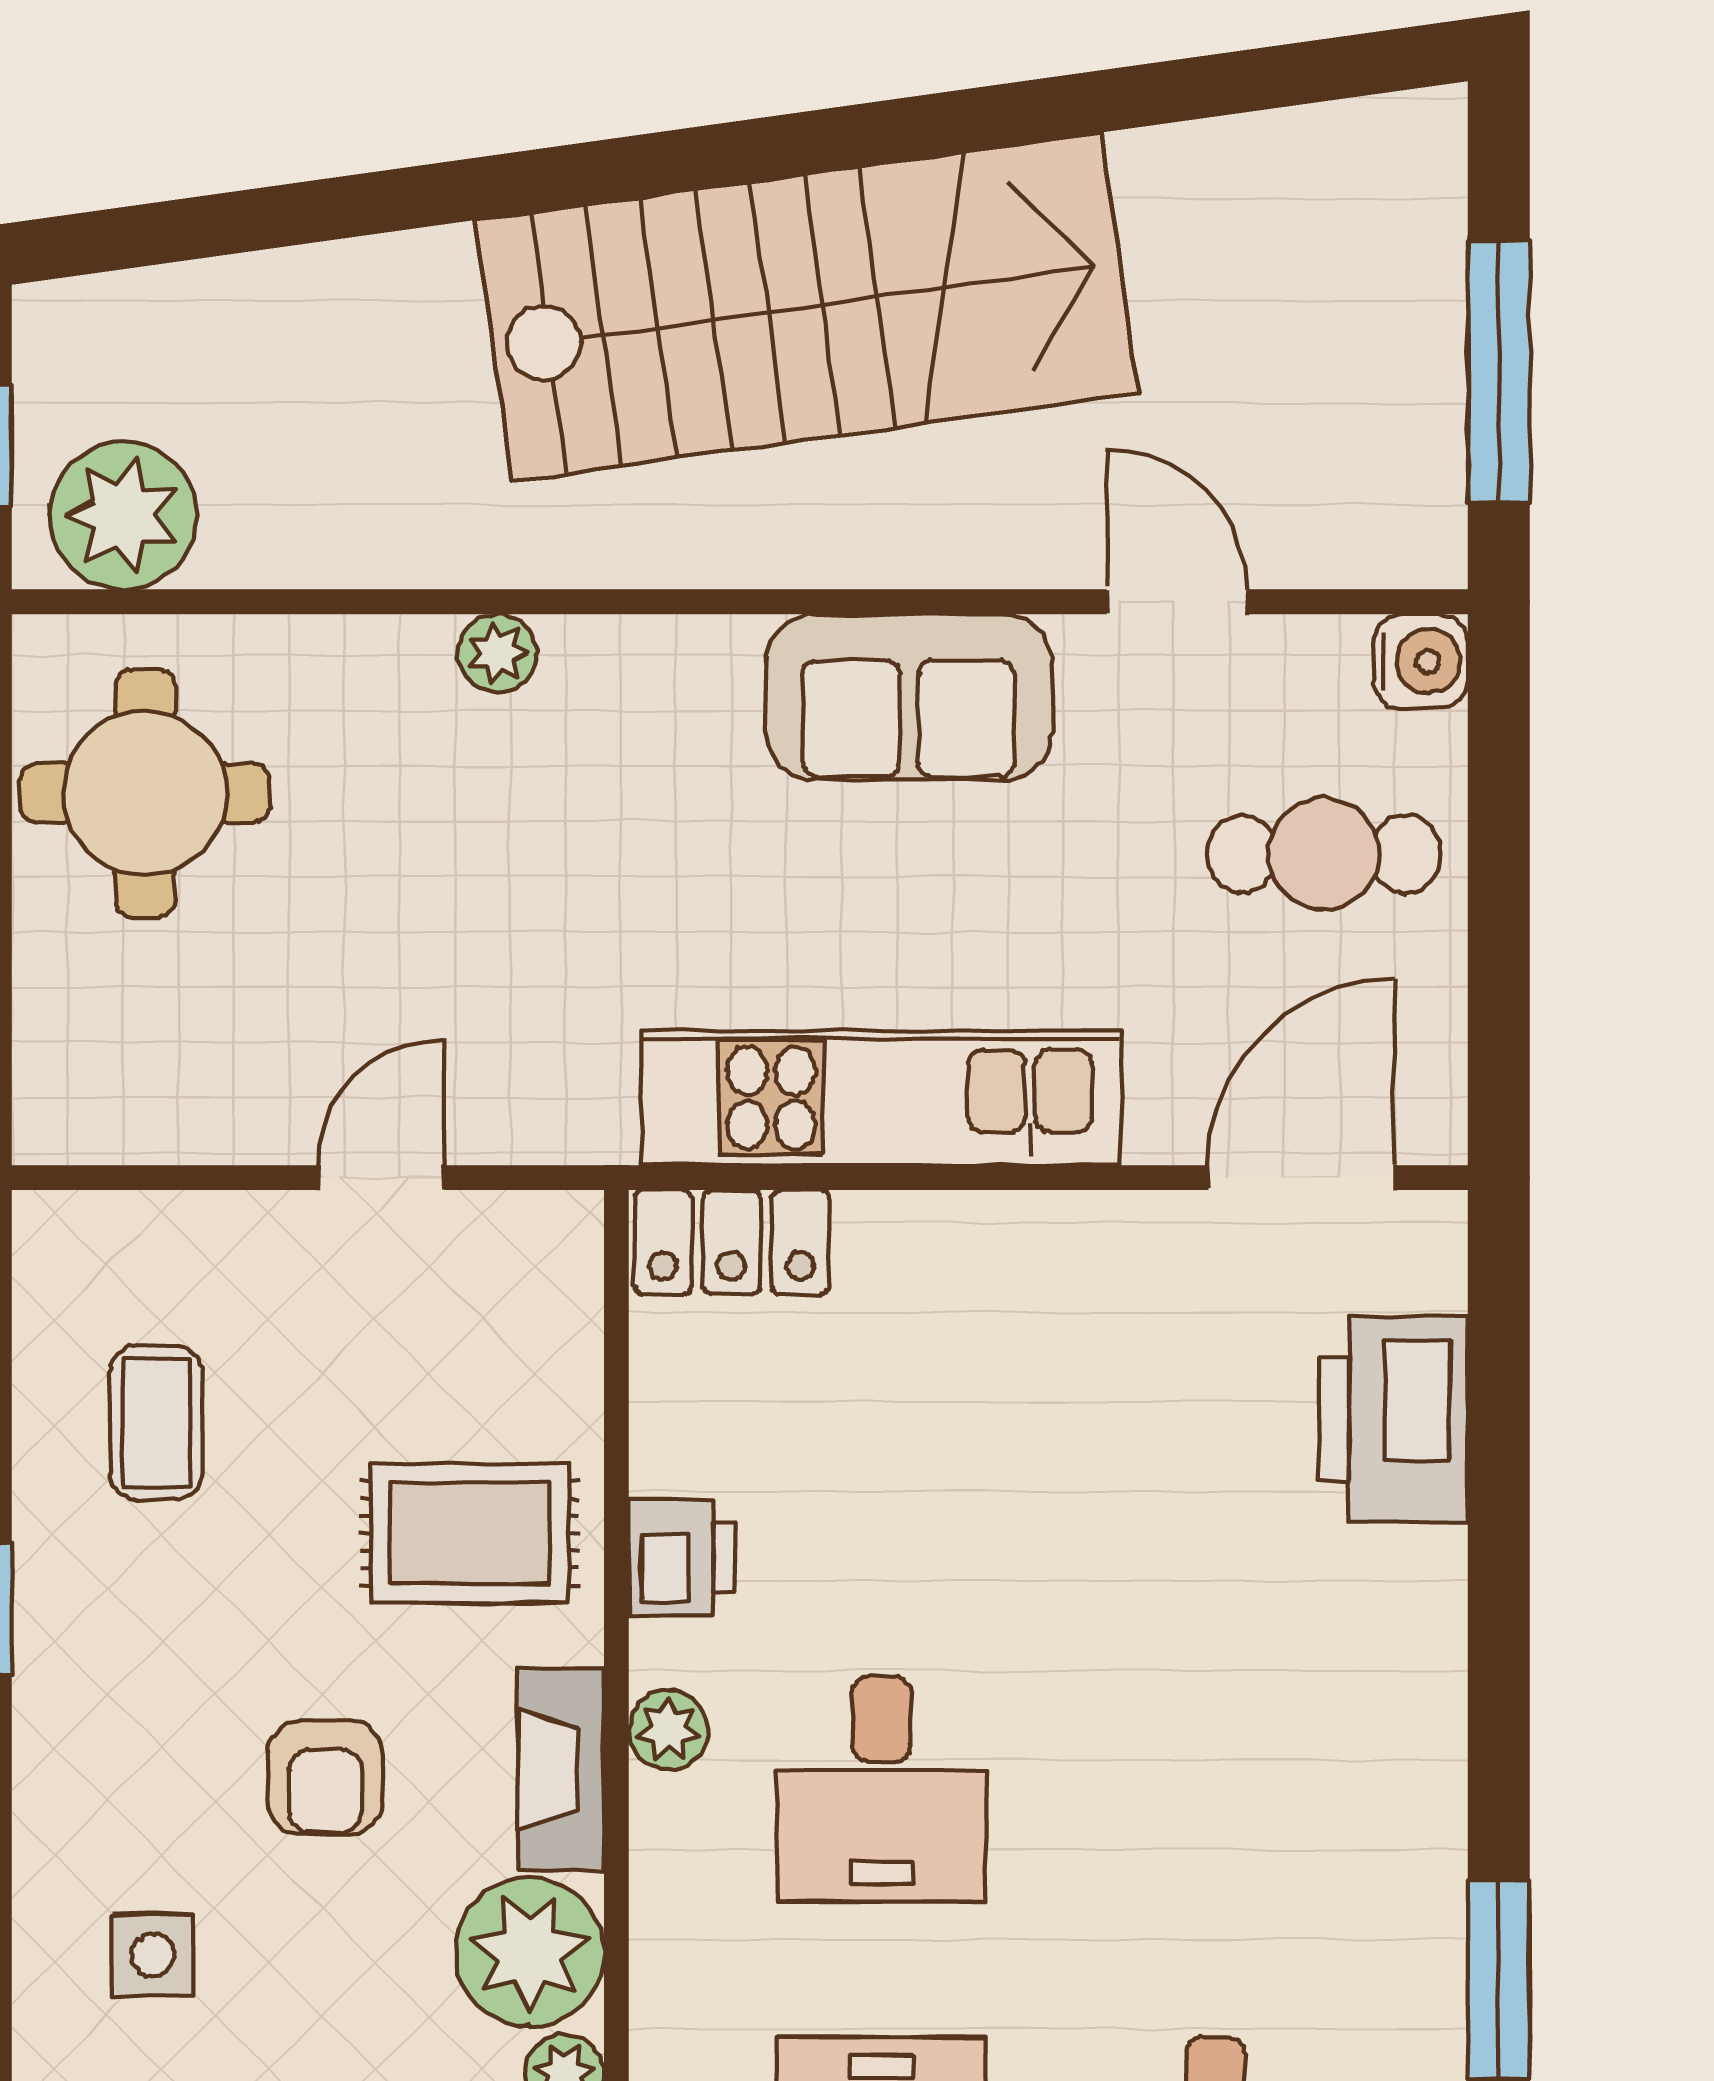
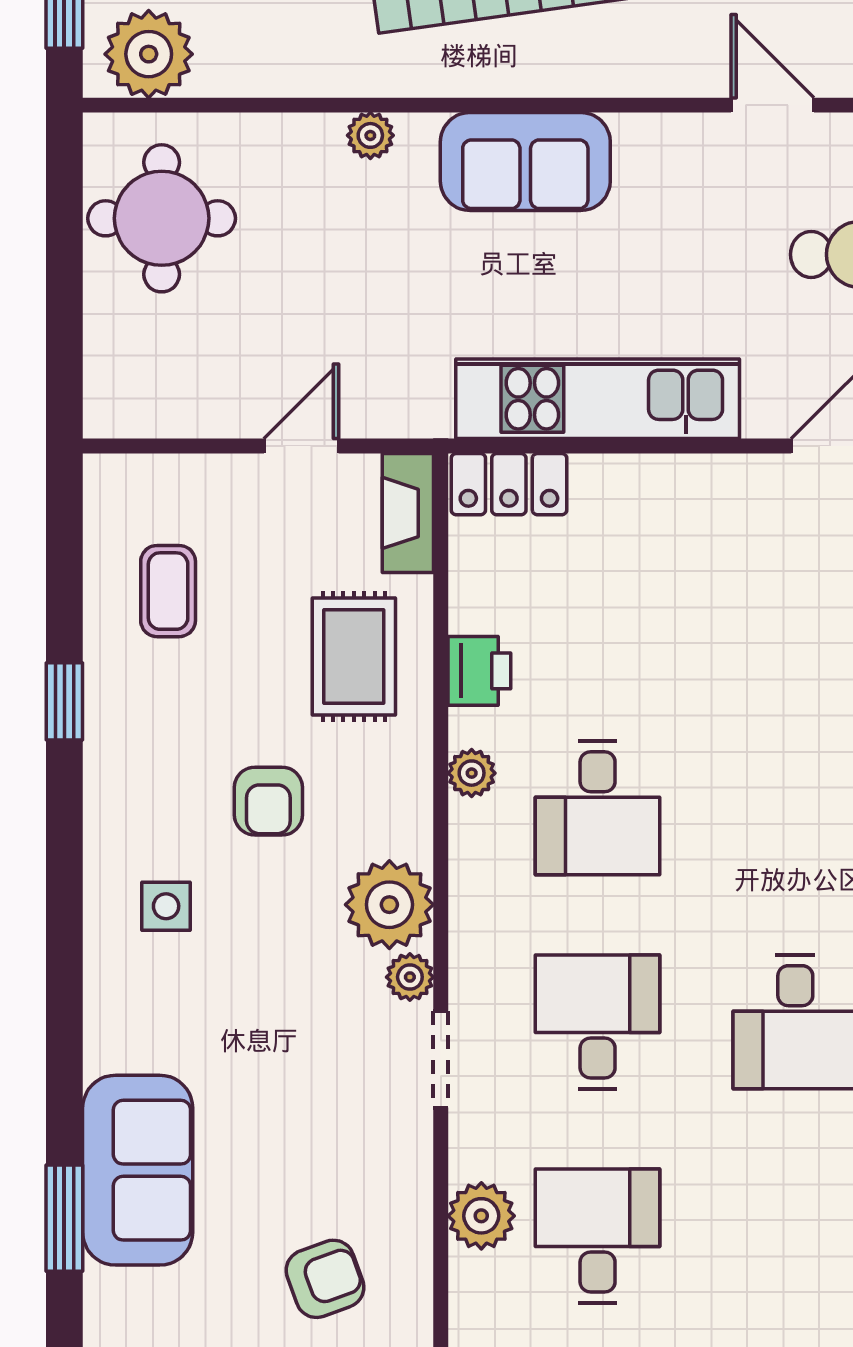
sofa: (909, 697) -> (525, 161), moved
rug: (470, 1533) -> (354, 656), turned 90
fireplace: (561, 1769) -> (408, 513), moved

